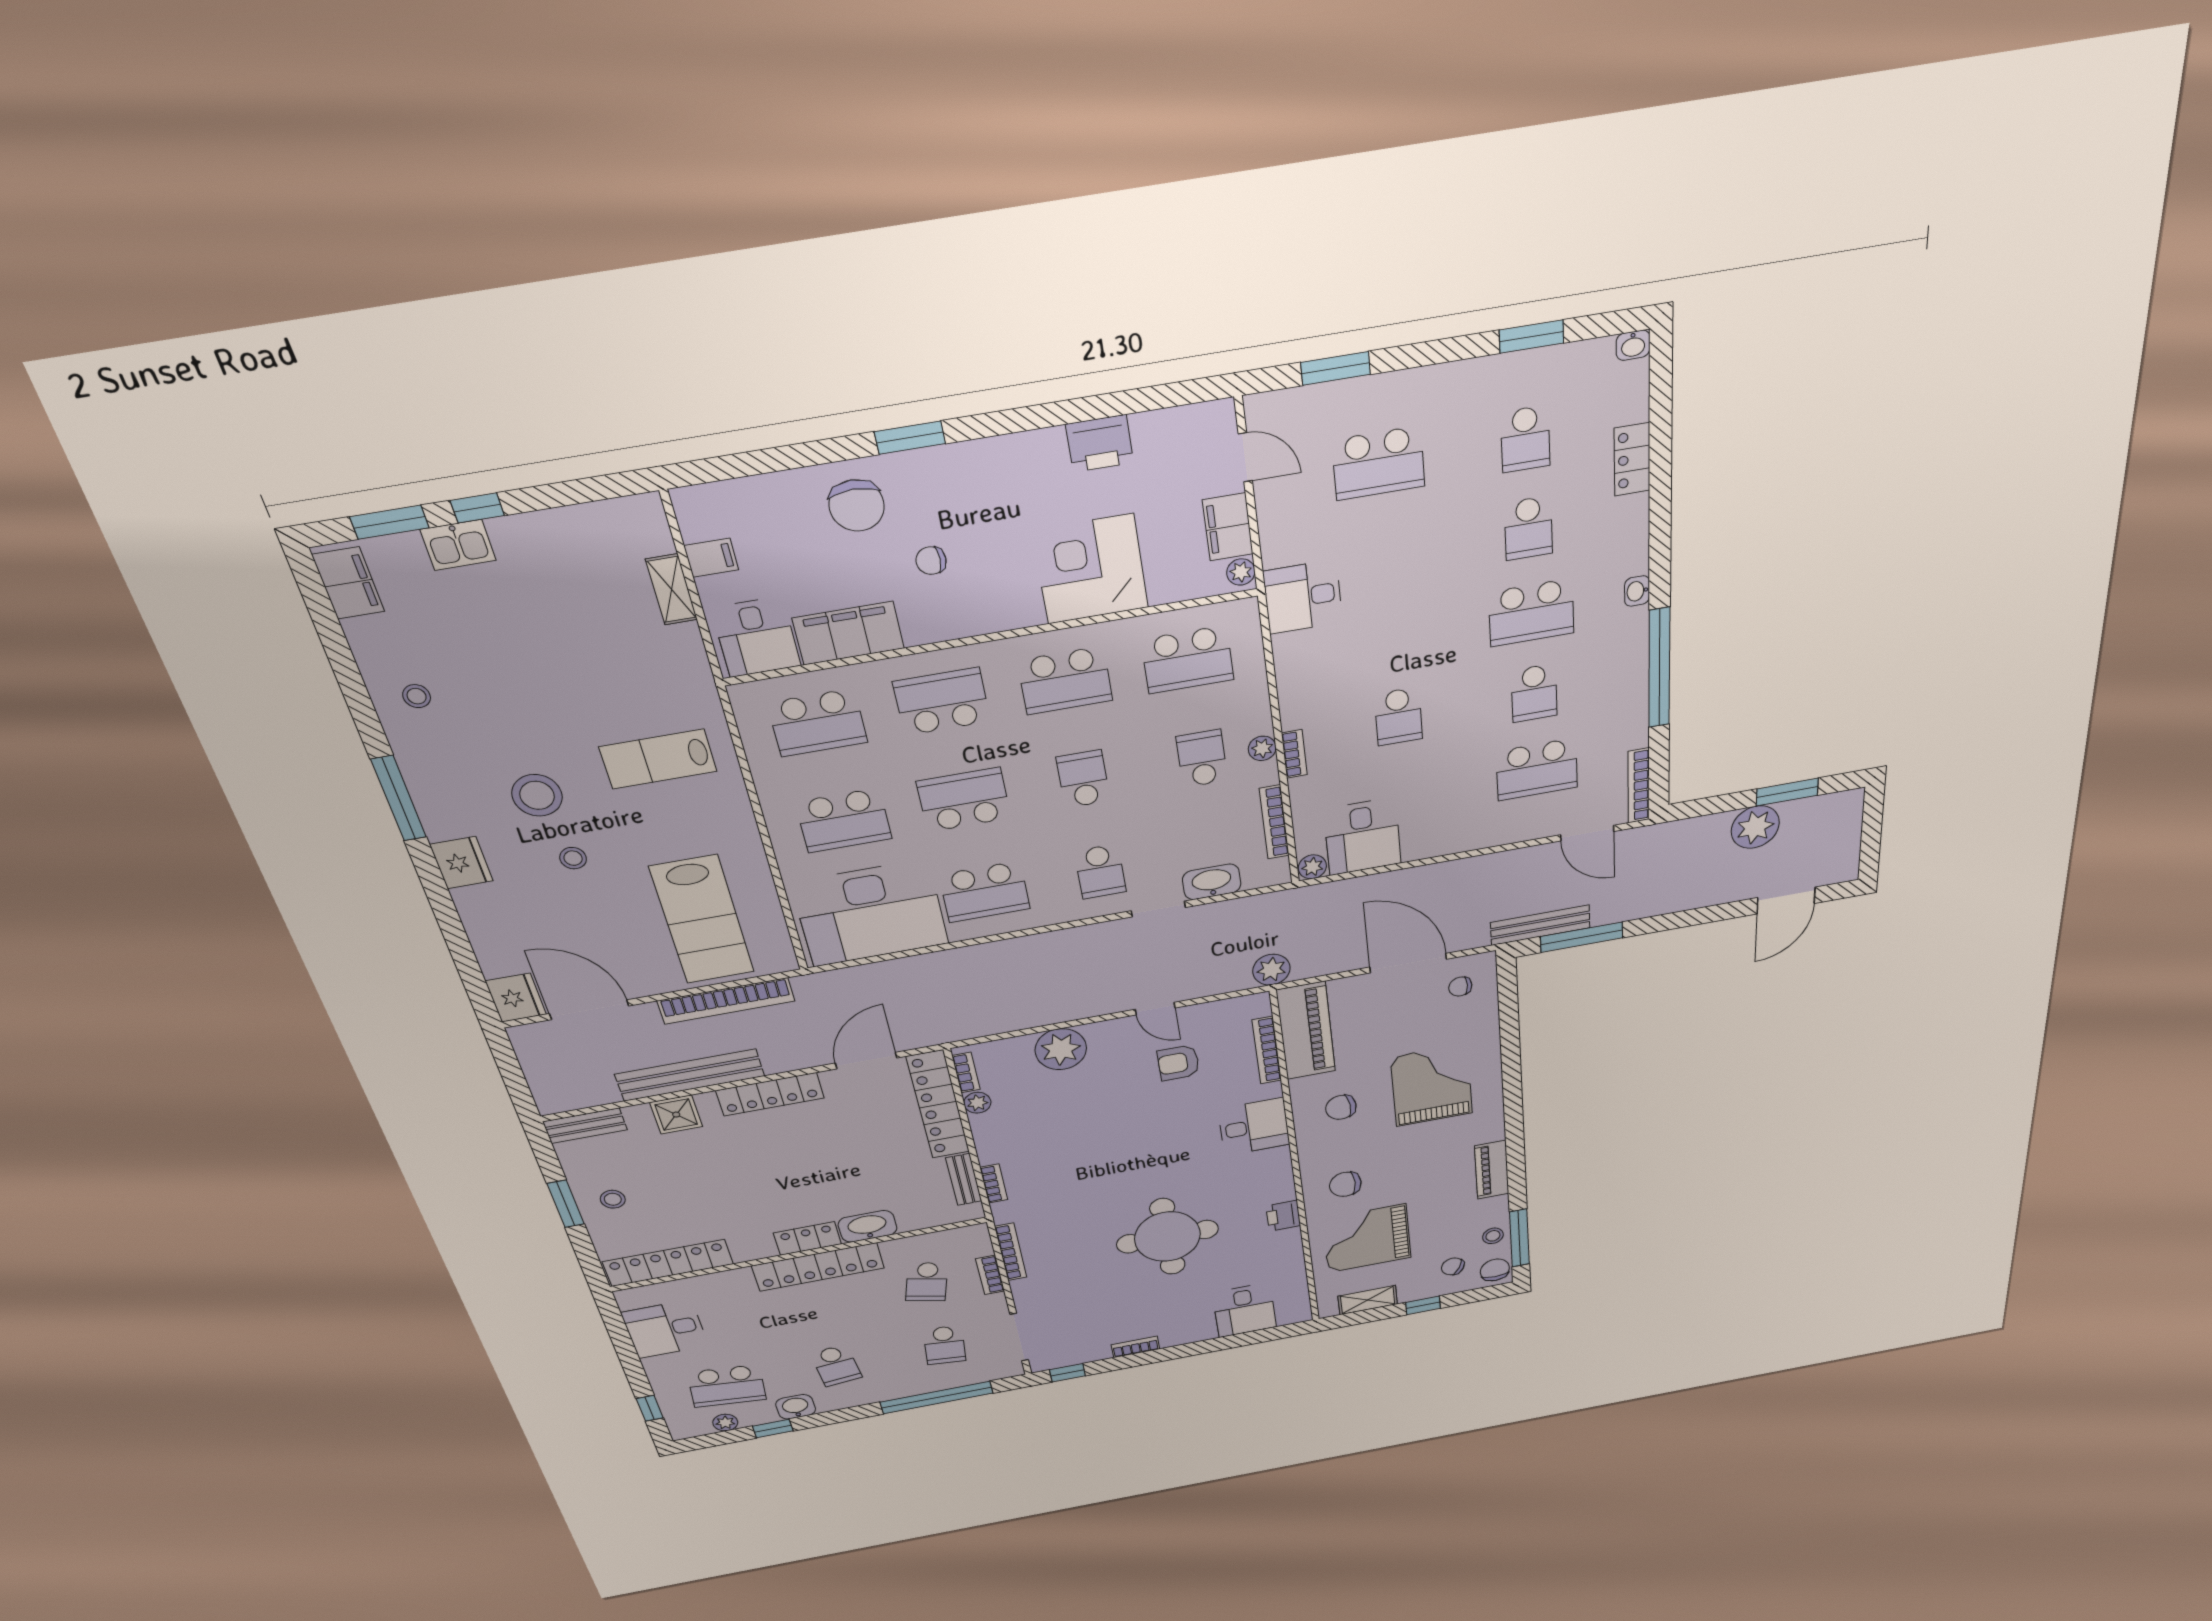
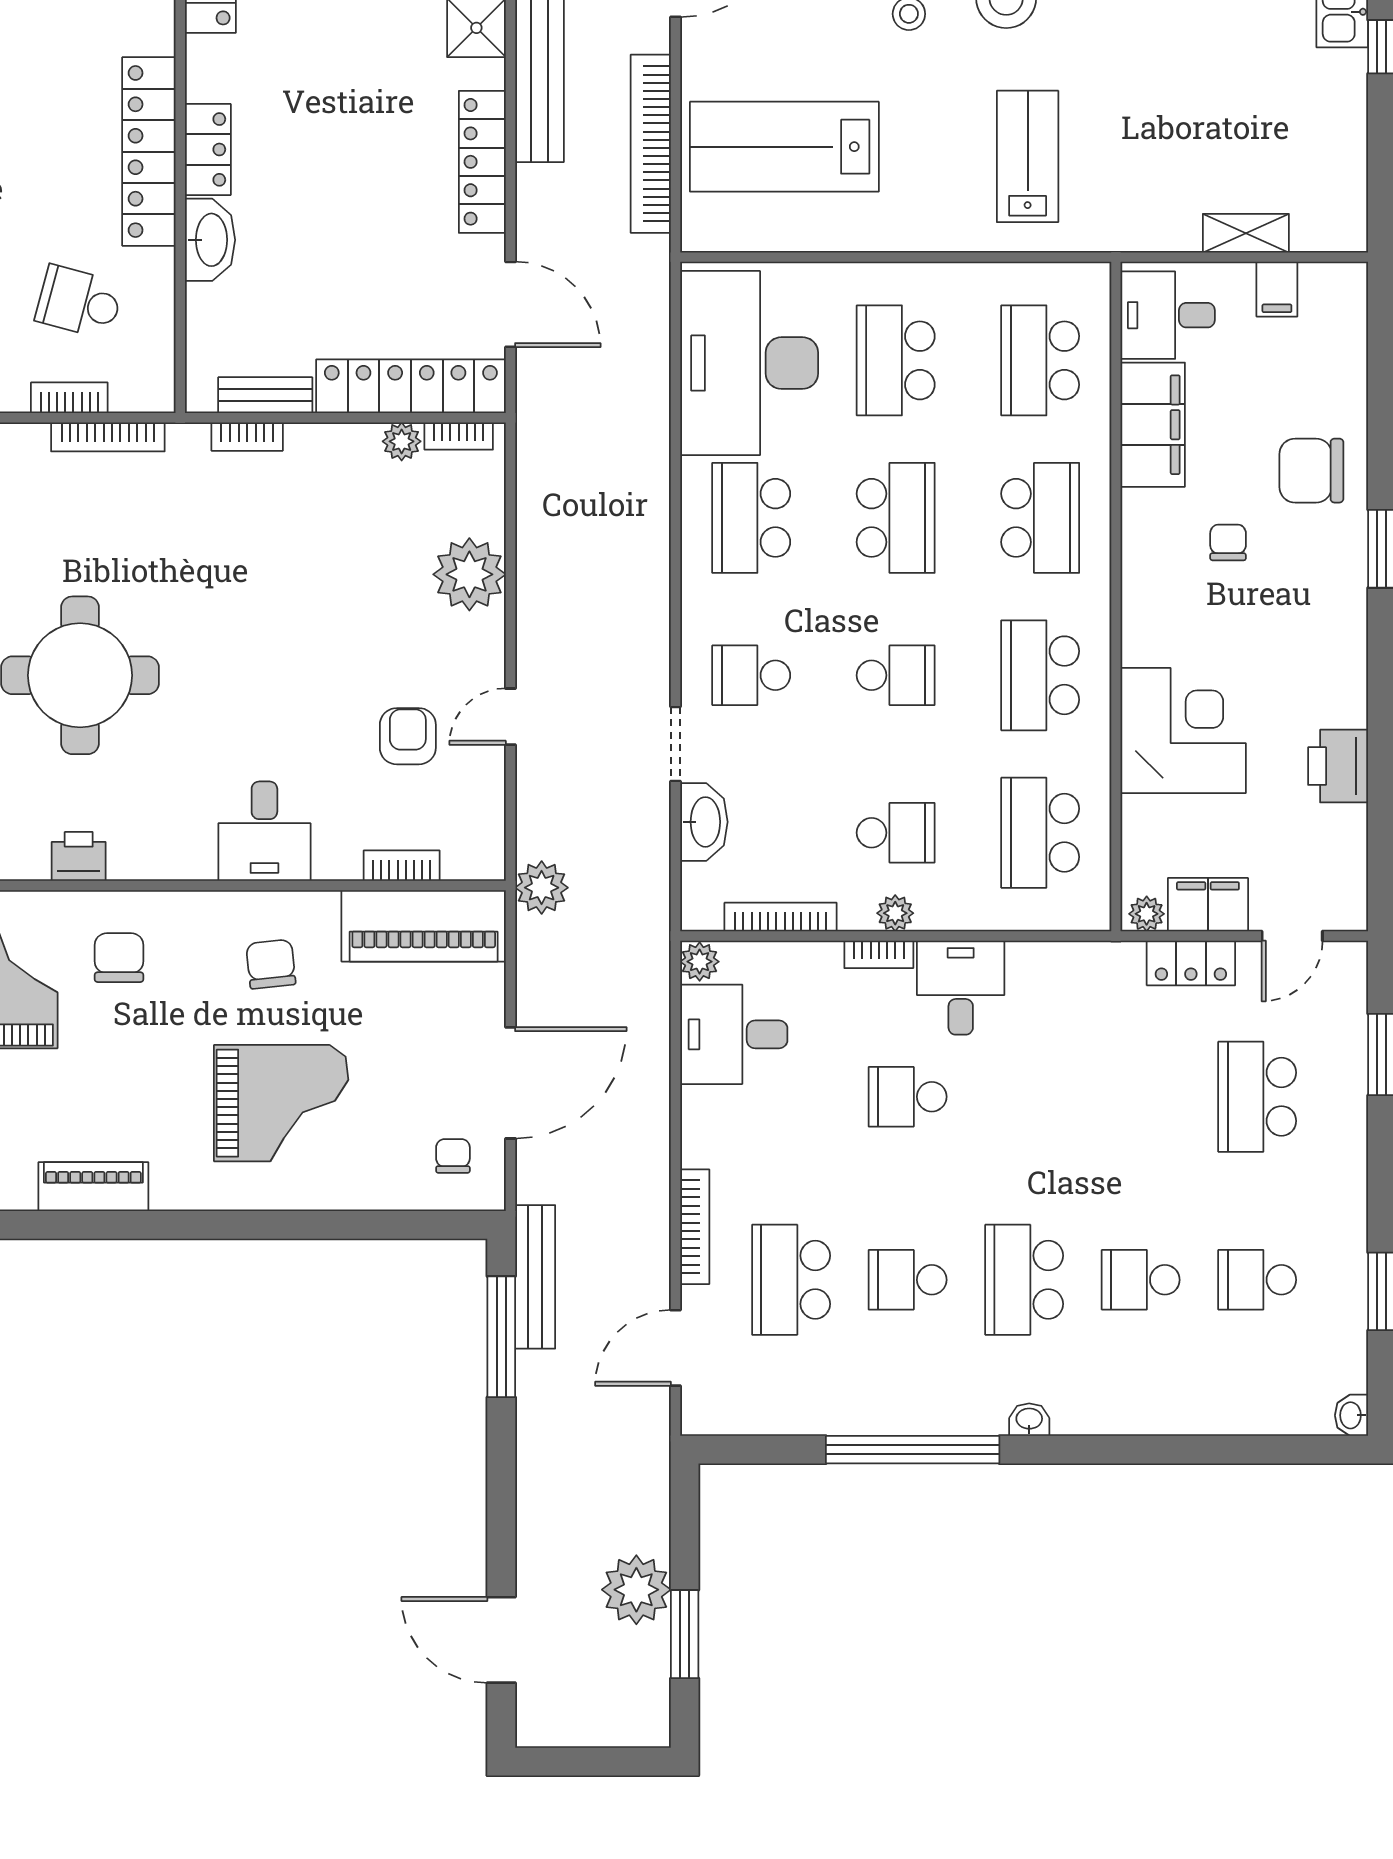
locker: (1632, 459) -> (1191, 963), moved, turned 180
desk: (1303, 597) -> (961, 988), moved
bookcase: (1639, 786) -> (695, 1227), moved, turned 90
bookcase: (1267, 1050) -> (402, 866), width x0.64

